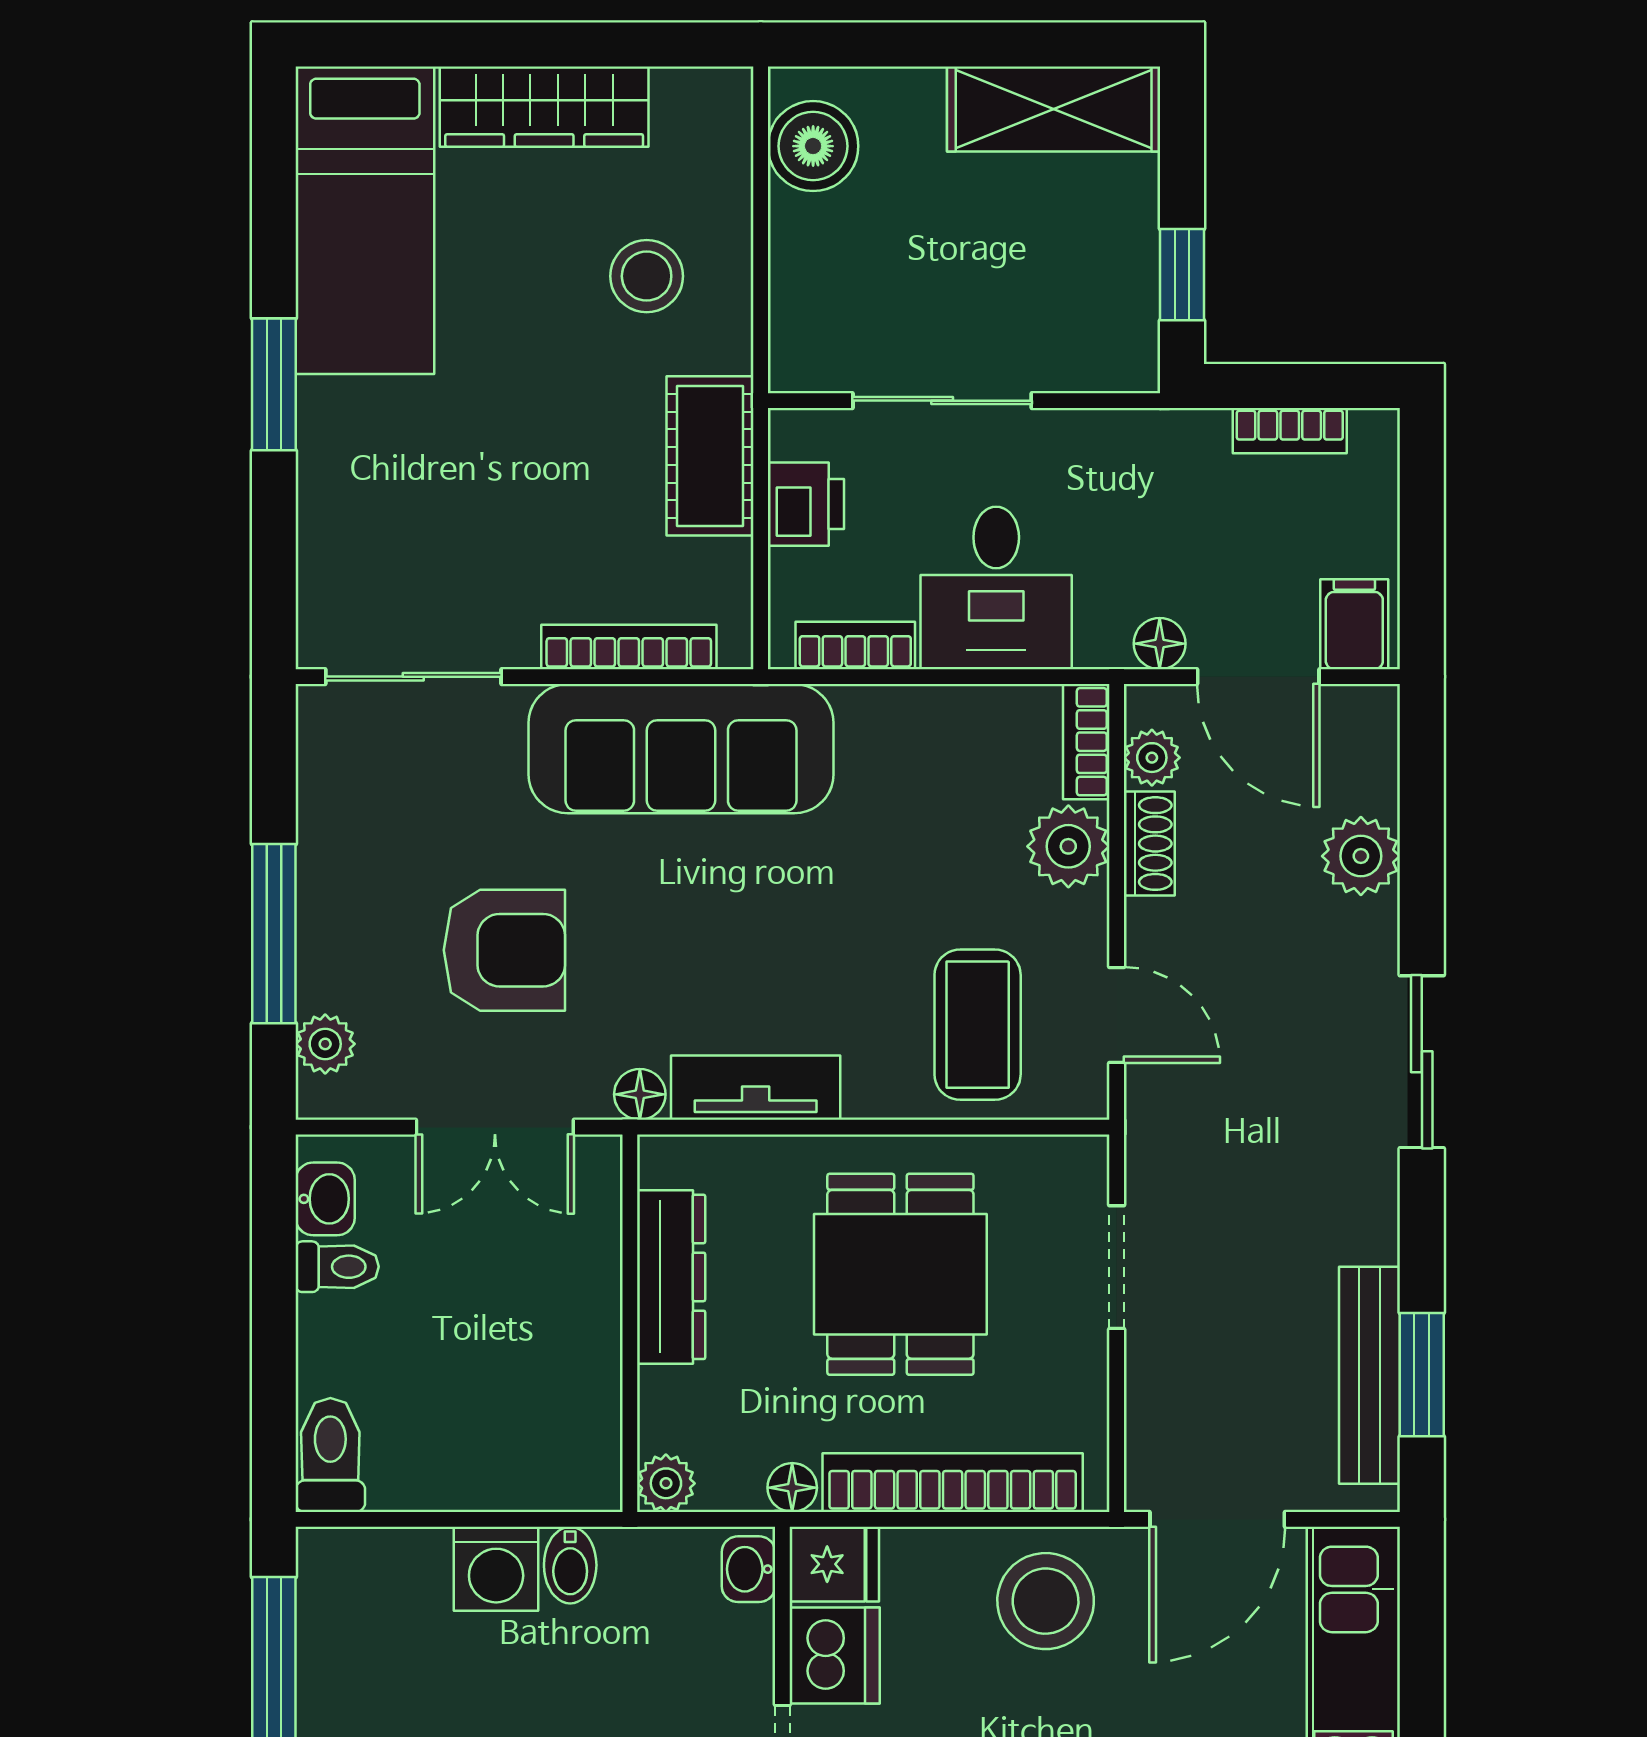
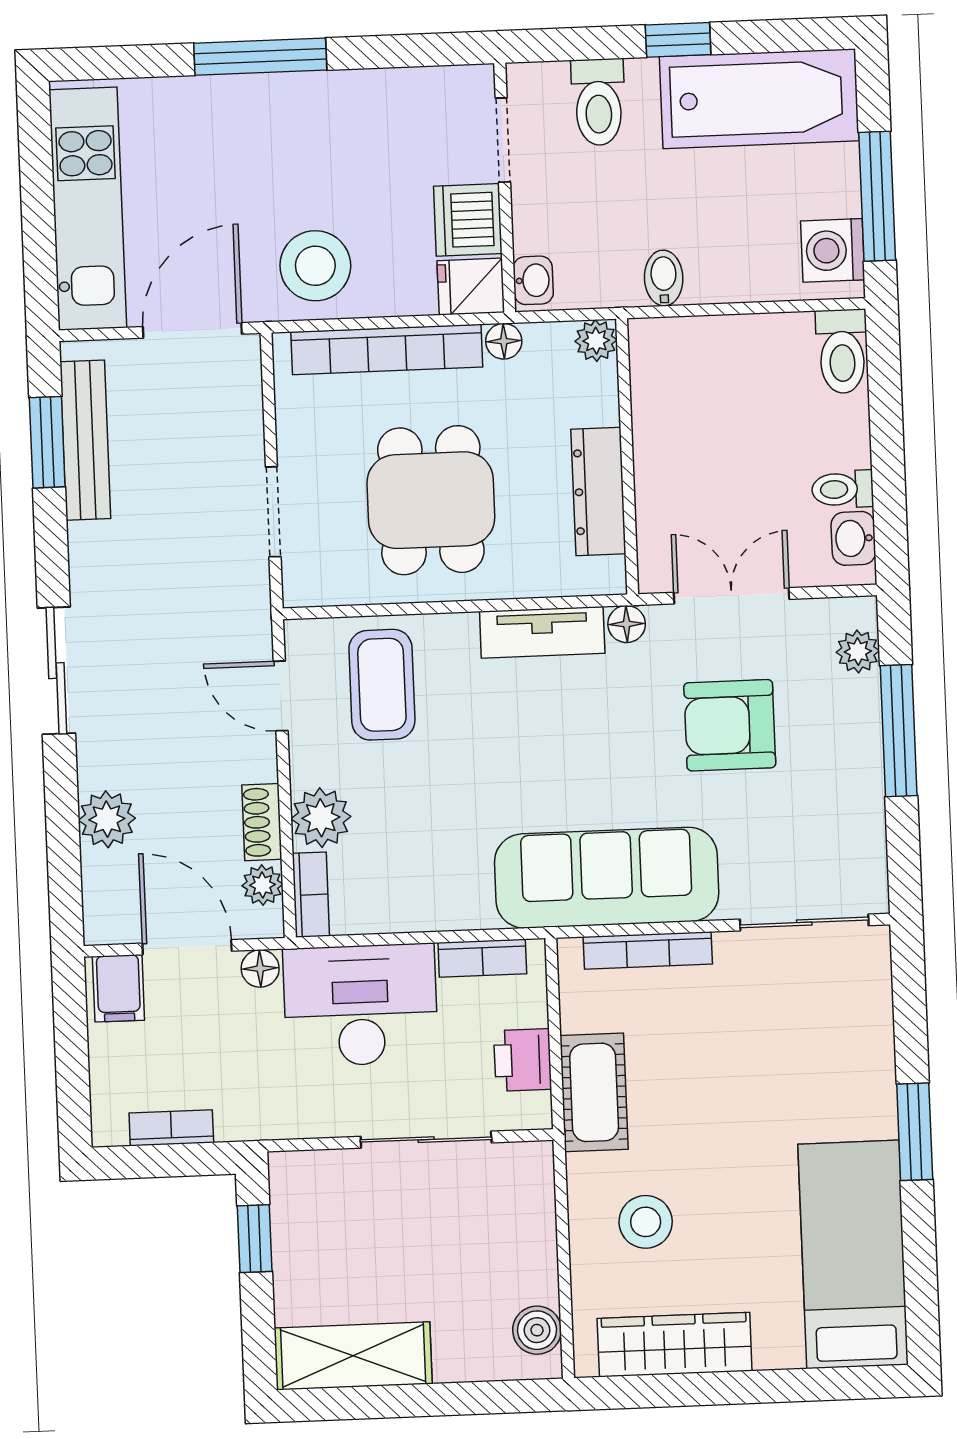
wardrobe: (544, 107) -> (675, 1345), moved
boiler: (813, 146) -> (537, 1330), width x0.73, depth x0.73
desk: (996, 588) -> (361, 1005), width x1.37
washing machine: (496, 1569) -> (833, 250), moved, turned -90

